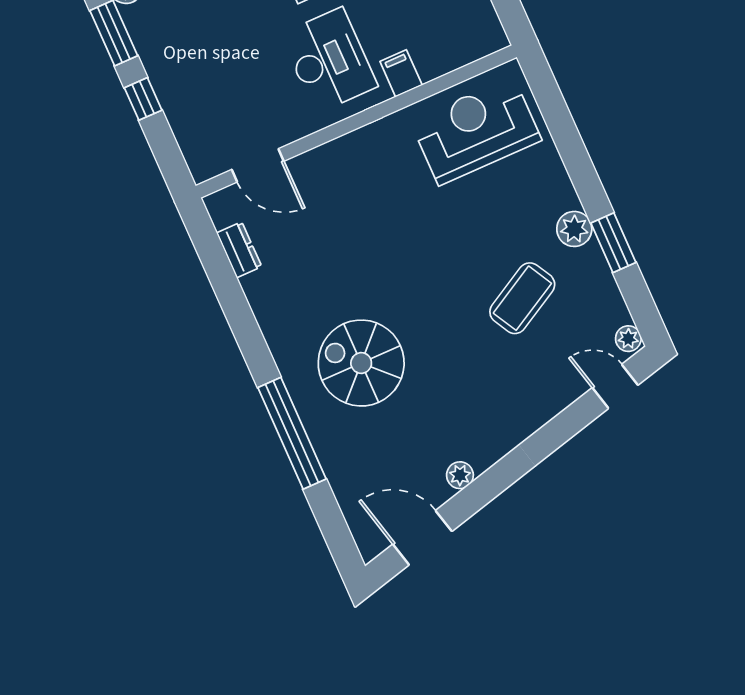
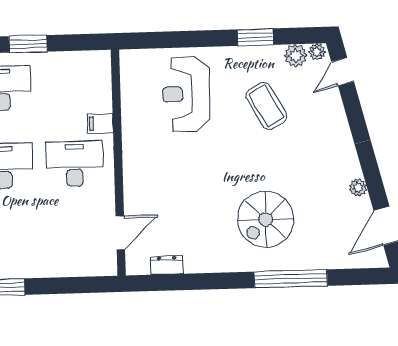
window: (143, 99) -> (52, 286), removed
reception desk: (476, 131) -> (186, 94), moved
plant: (574, 229) -> (296, 56), moved

